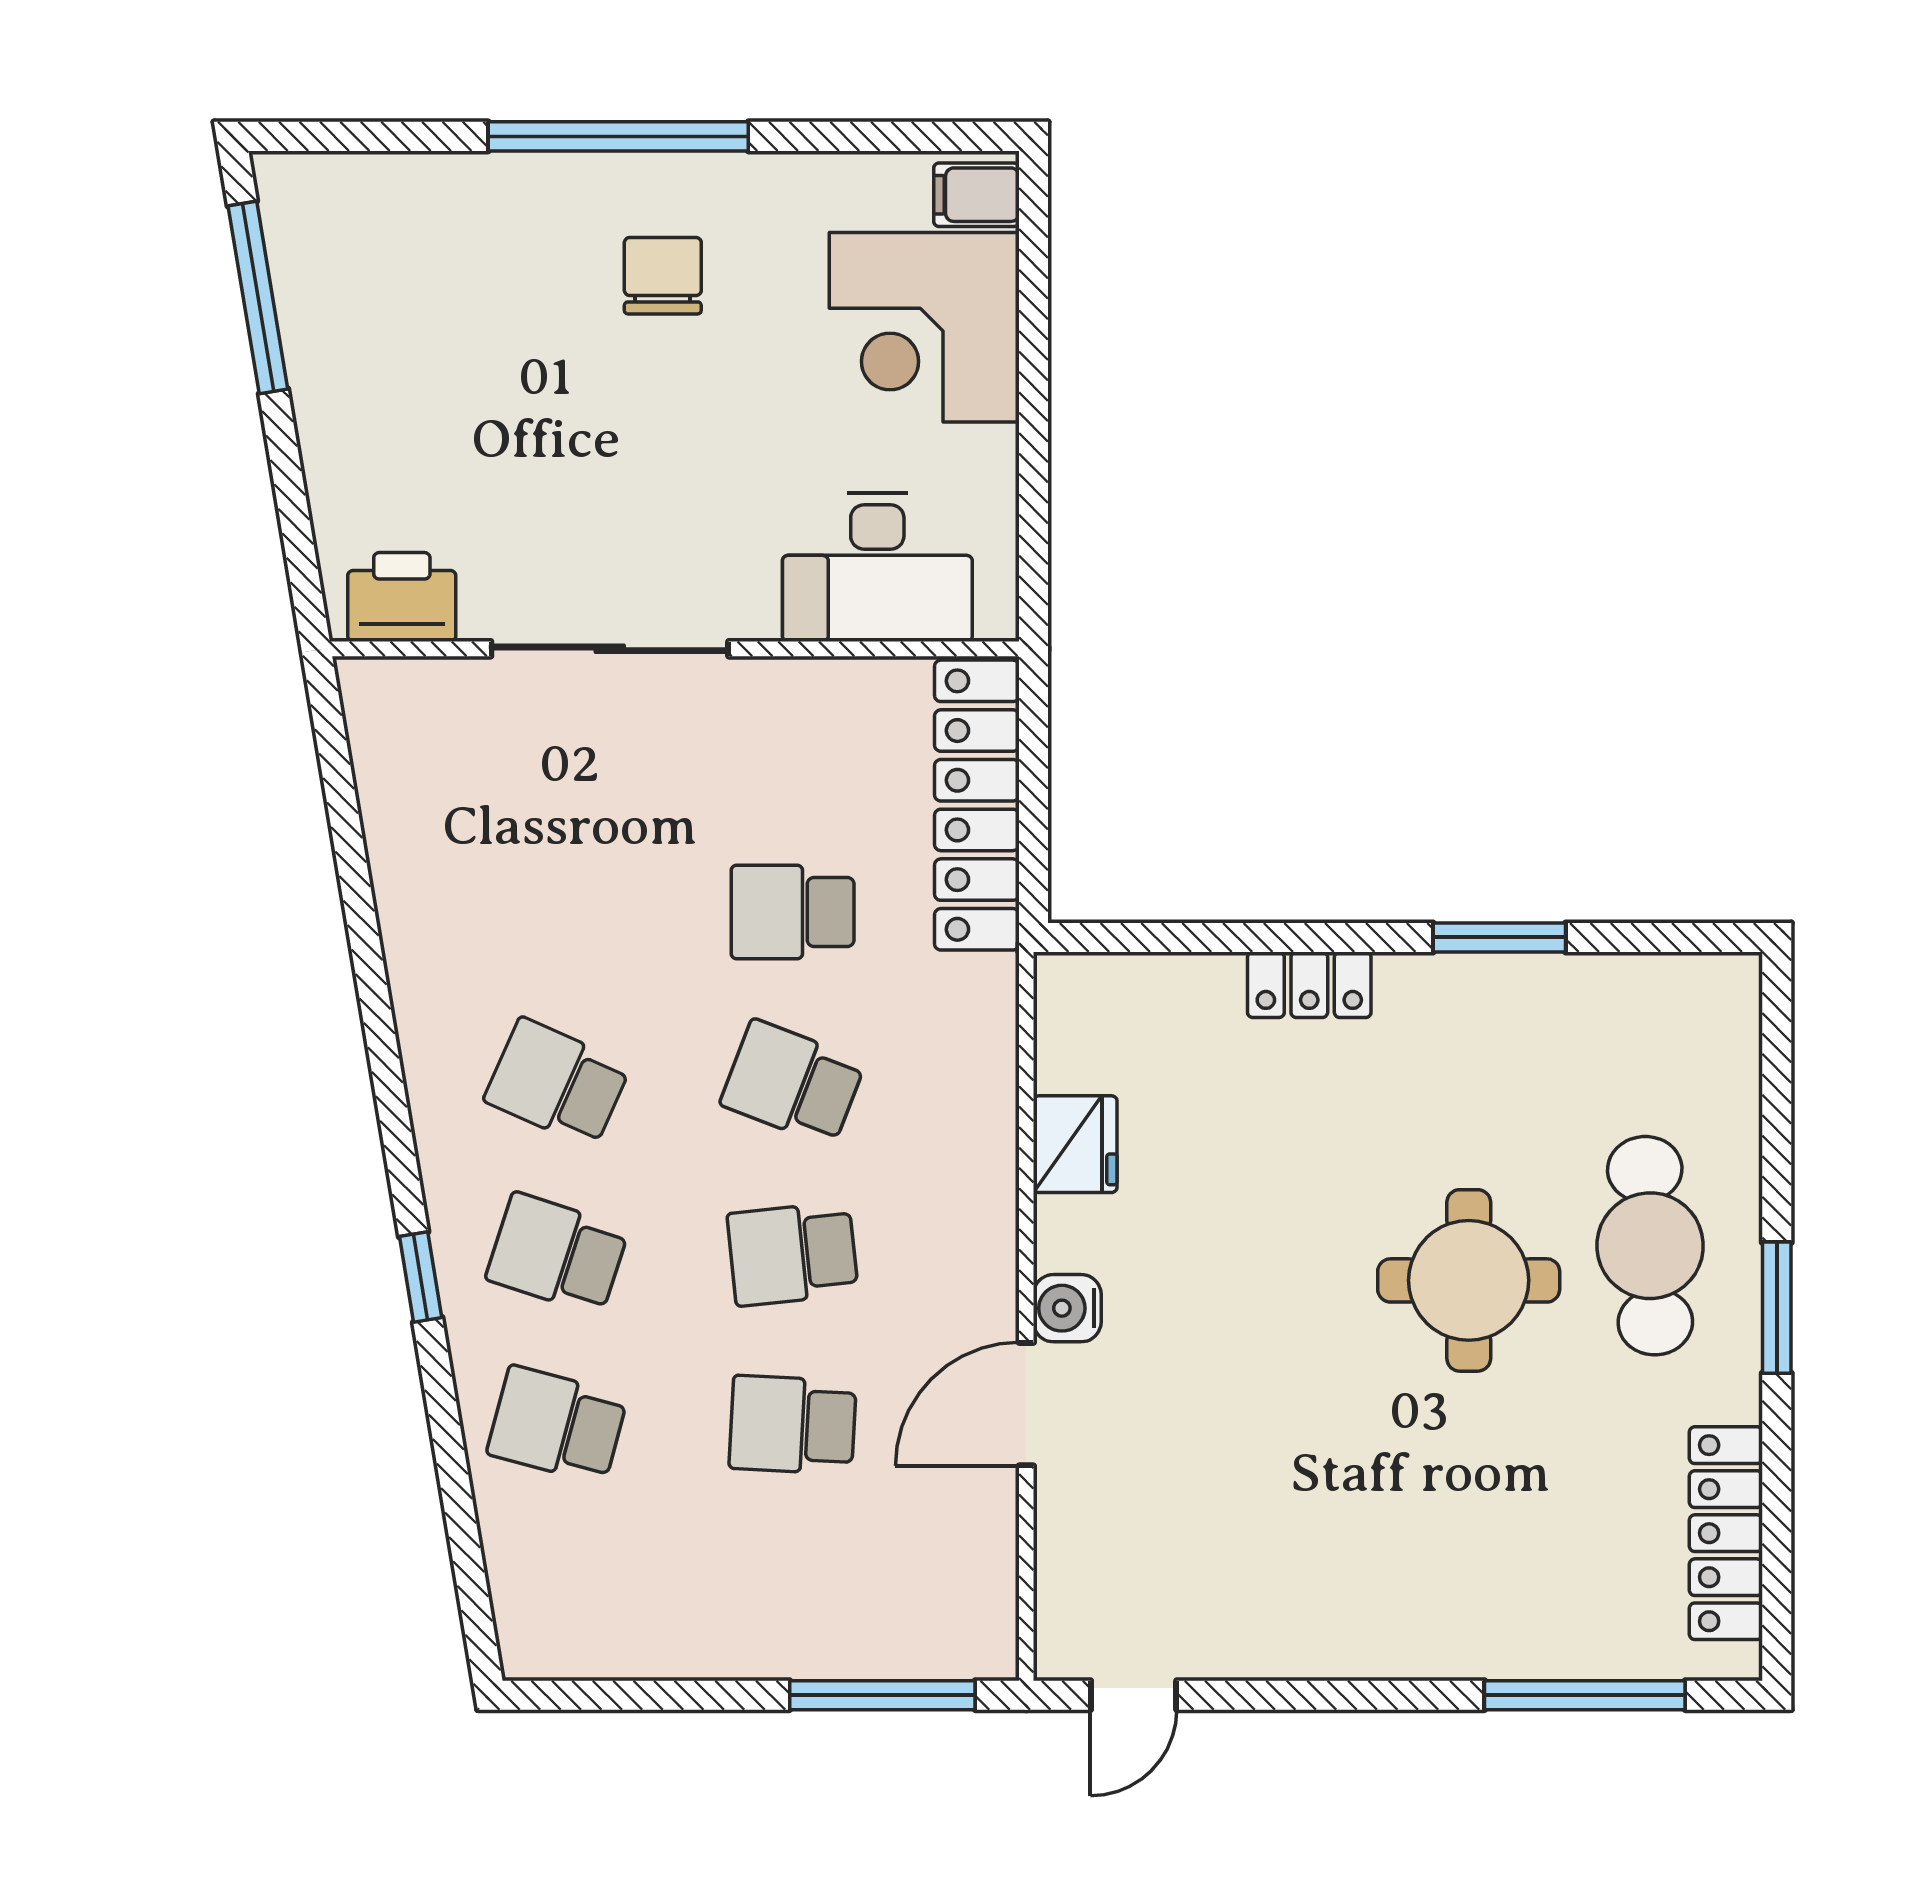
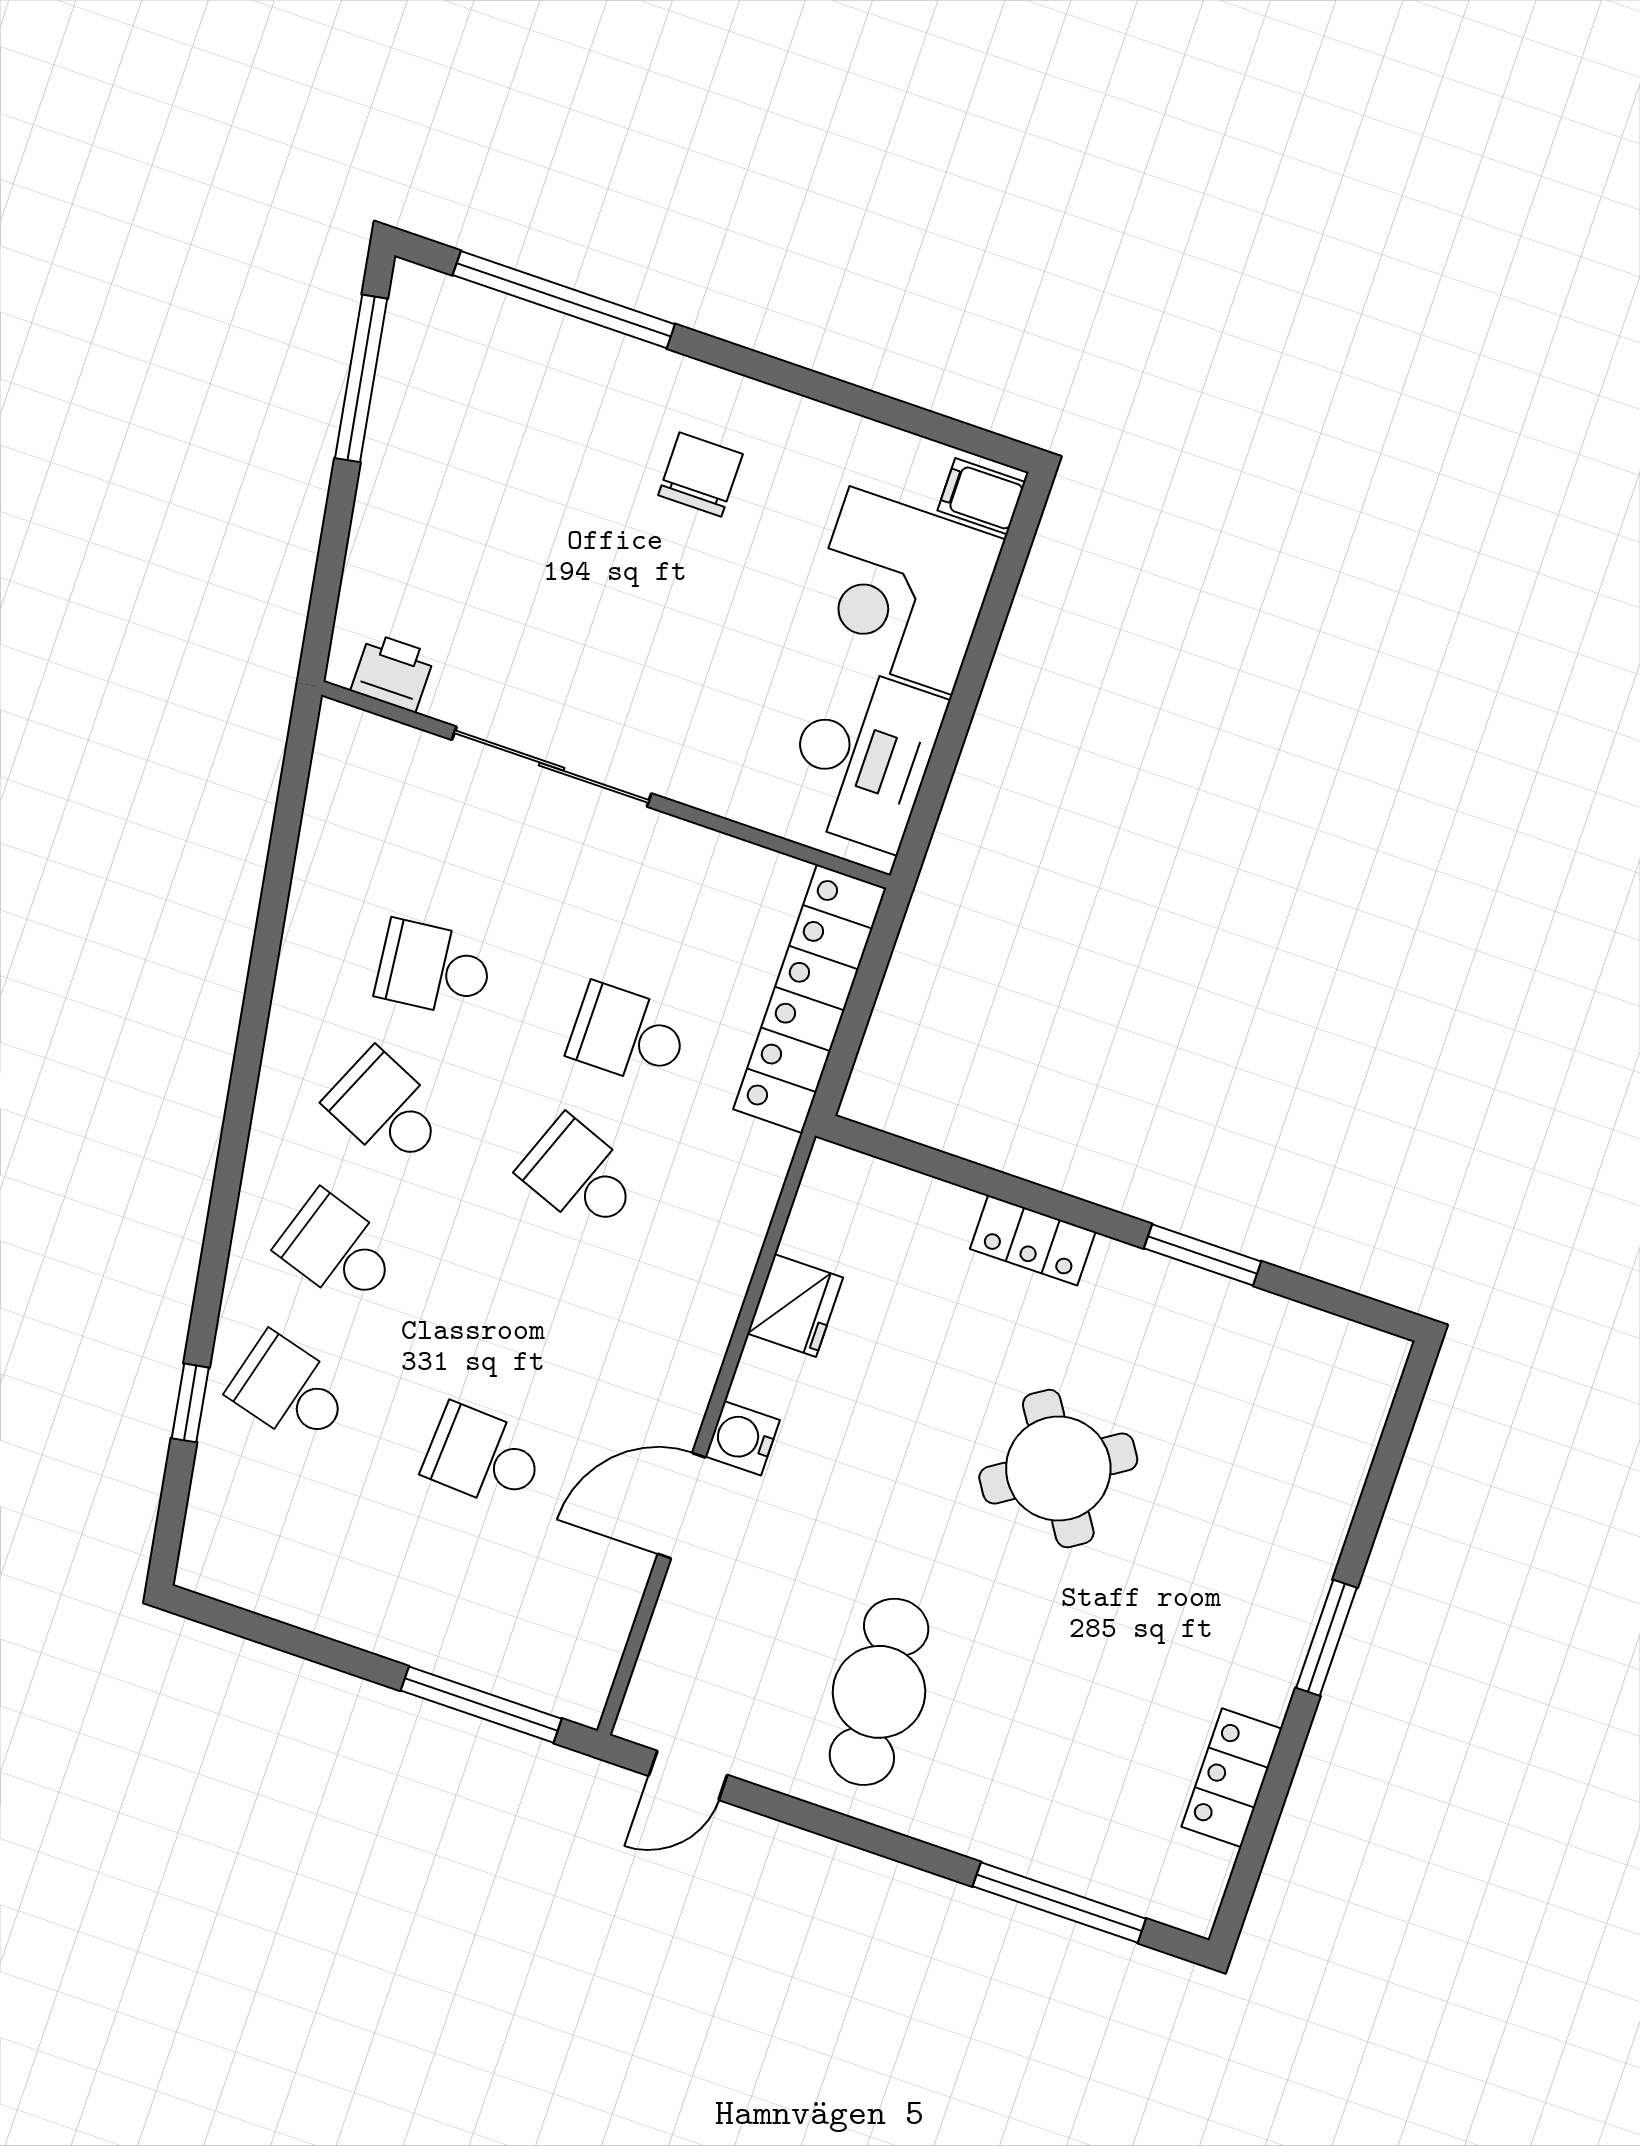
window: (618, 136) -> (564, 300), moved
desk: (877, 567) -> (863, 757), moved, turned -90
printer: (402, 597) -> (393, 673), width x0.73, depth x0.81
cafe table: (1650, 1246) -> (879, 1692), moved
school desk: (793, 1254) -> (434, 968), moved
window: (421, 1277) -> (190, 1403), moved
round table: (1469, 1280) -> (1058, 1469), moved, turned -33
locker: (1726, 1533) -> (1232, 1778), width x0.66

